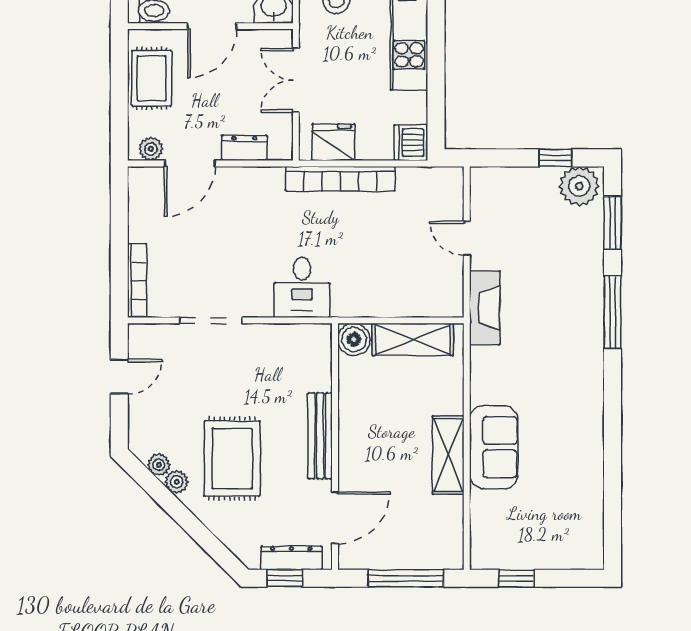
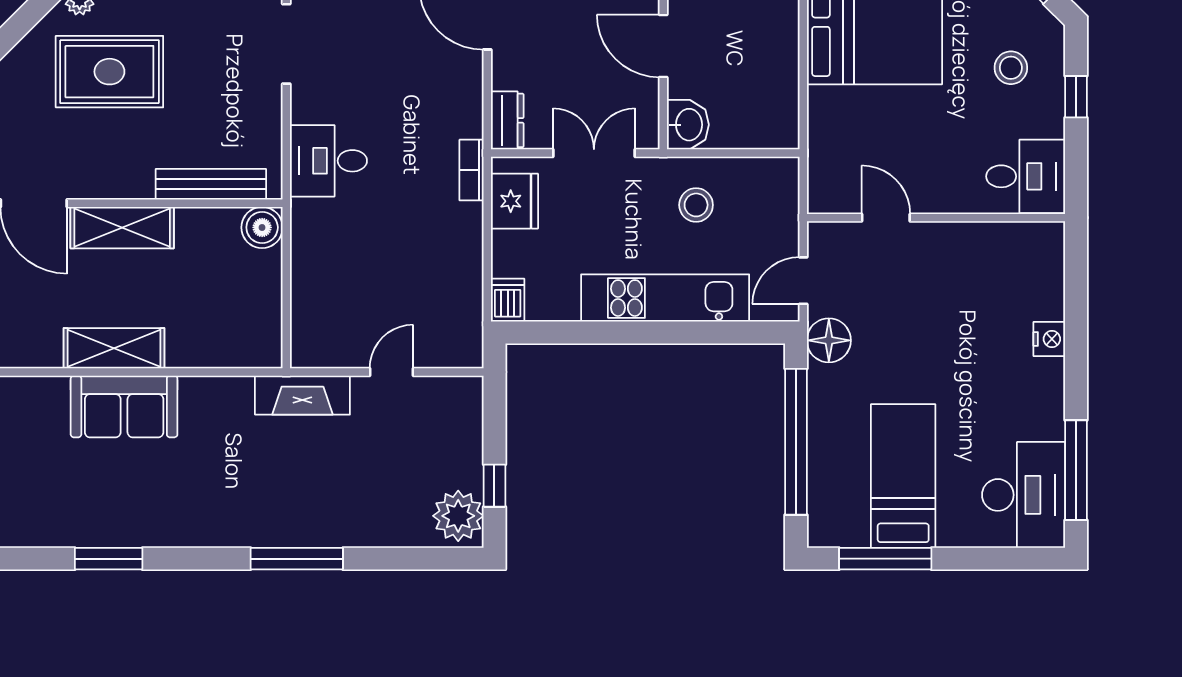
dishwasher: (411, 143) -> (508, 300), width x0.73
dresser: (244, 148) -> (507, 120), moved
bookcase: (340, 179) -> (472, 170), width x0.43, depth x0.76
window: (613, 223) -> (109, 559), moved
shelving: (413, 339) -> (122, 228), moved, turned 90
bench: (320, 436) -> (211, 184), moved

